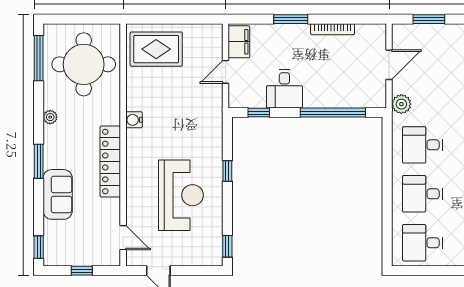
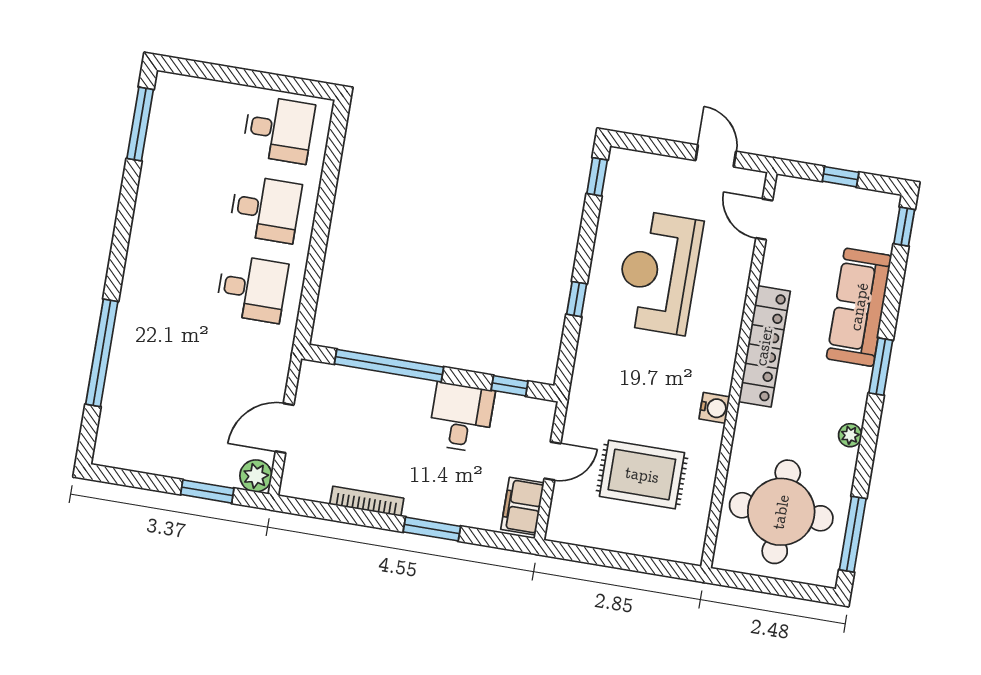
rug: (156, 49) -> (642, 475), moved
plant: (401, 104) -> (256, 476), moved
sofa: (58, 194) -> (859, 307), width x1.36

